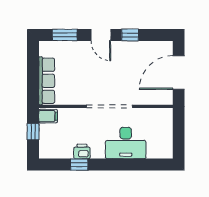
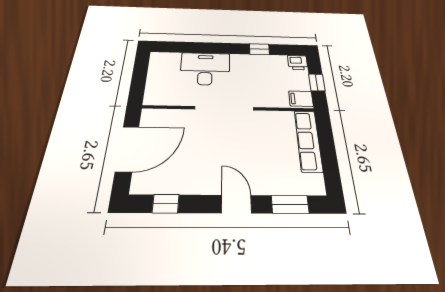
window: (130, 35) -> (166, 204), moved
printer: (82, 151) -> (298, 63), moved

